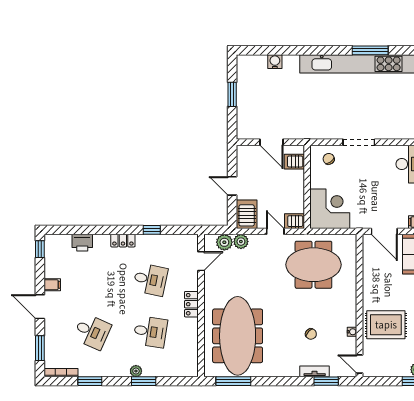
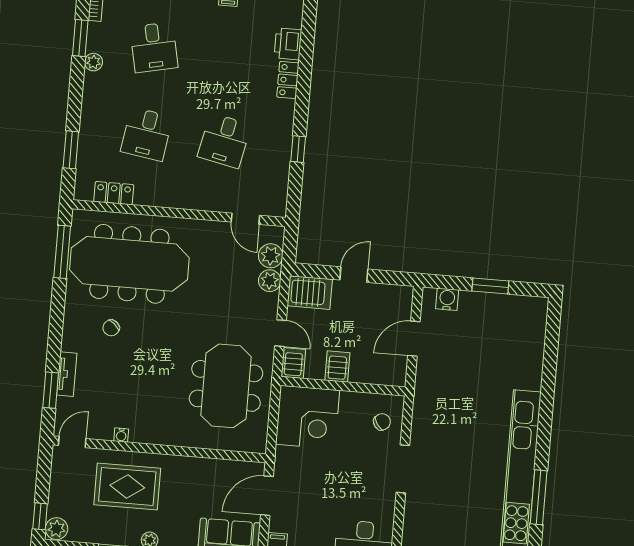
water cooler: (275, 62) -> (447, 299), moved, turned -90
server rack: (294, 162) -> (337, 366), moved
door: (275, 231) -> (281, 333), hinge flipped
locker: (123, 241) -> (288, 80), moved
locker: (191, 304) -> (114, 193), moved
rug: (386, 325) -> (127, 486), turned 90
desk: (92, 332) -> (154, 47), turned -36
chair: (311, 334) -> (111, 328), moved
plant: (136, 371) -> (93, 62), moved
window: (144, 381) -> (71, 150), moved

